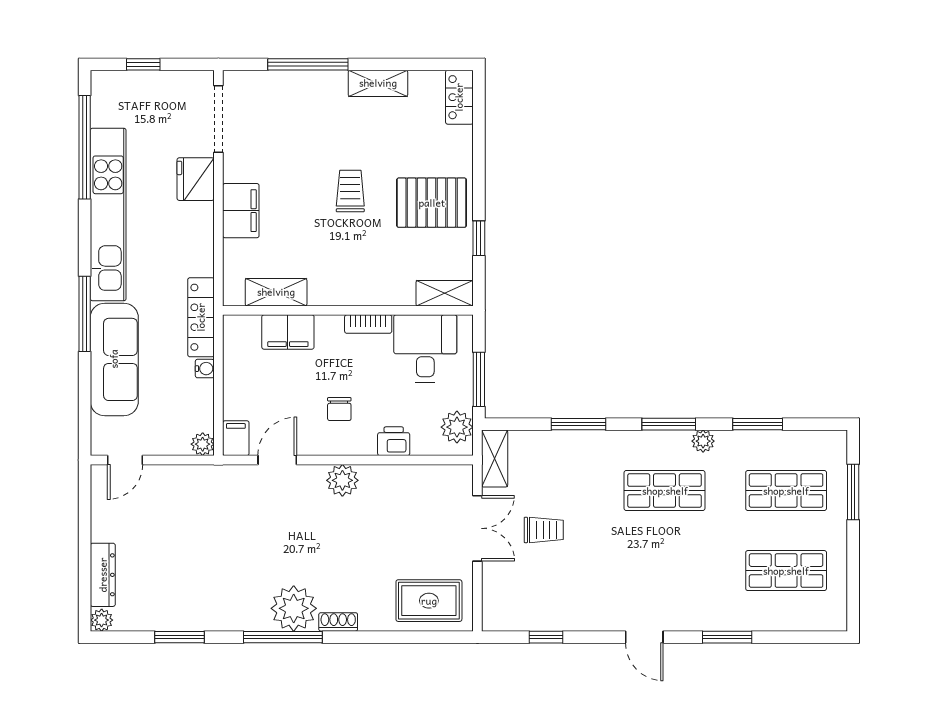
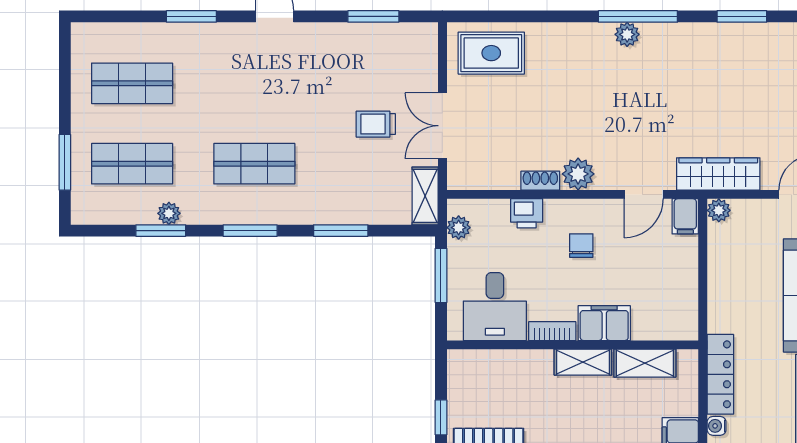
shelving: (445, 293) -> (583, 362), moved
locker: (201, 317) -> (720, 374), moved
filing cabinet: (288, 332) -> (604, 323), moved
water cooler: (205, 369) -> (717, 426), moved
plant: (457, 427) -> (459, 228), width x0.73, depth x0.73
plant: (703, 441) -> (169, 213), moved
wardrobe: (203, 480) -> (718, 174), added
plant: (294, 608) -> (627, 34), width x0.53, depth x0.53
shoe rack: (338, 622) -> (540, 181), moved, turned 180
window: (546, 637) -> (373, 16), width x1.50

